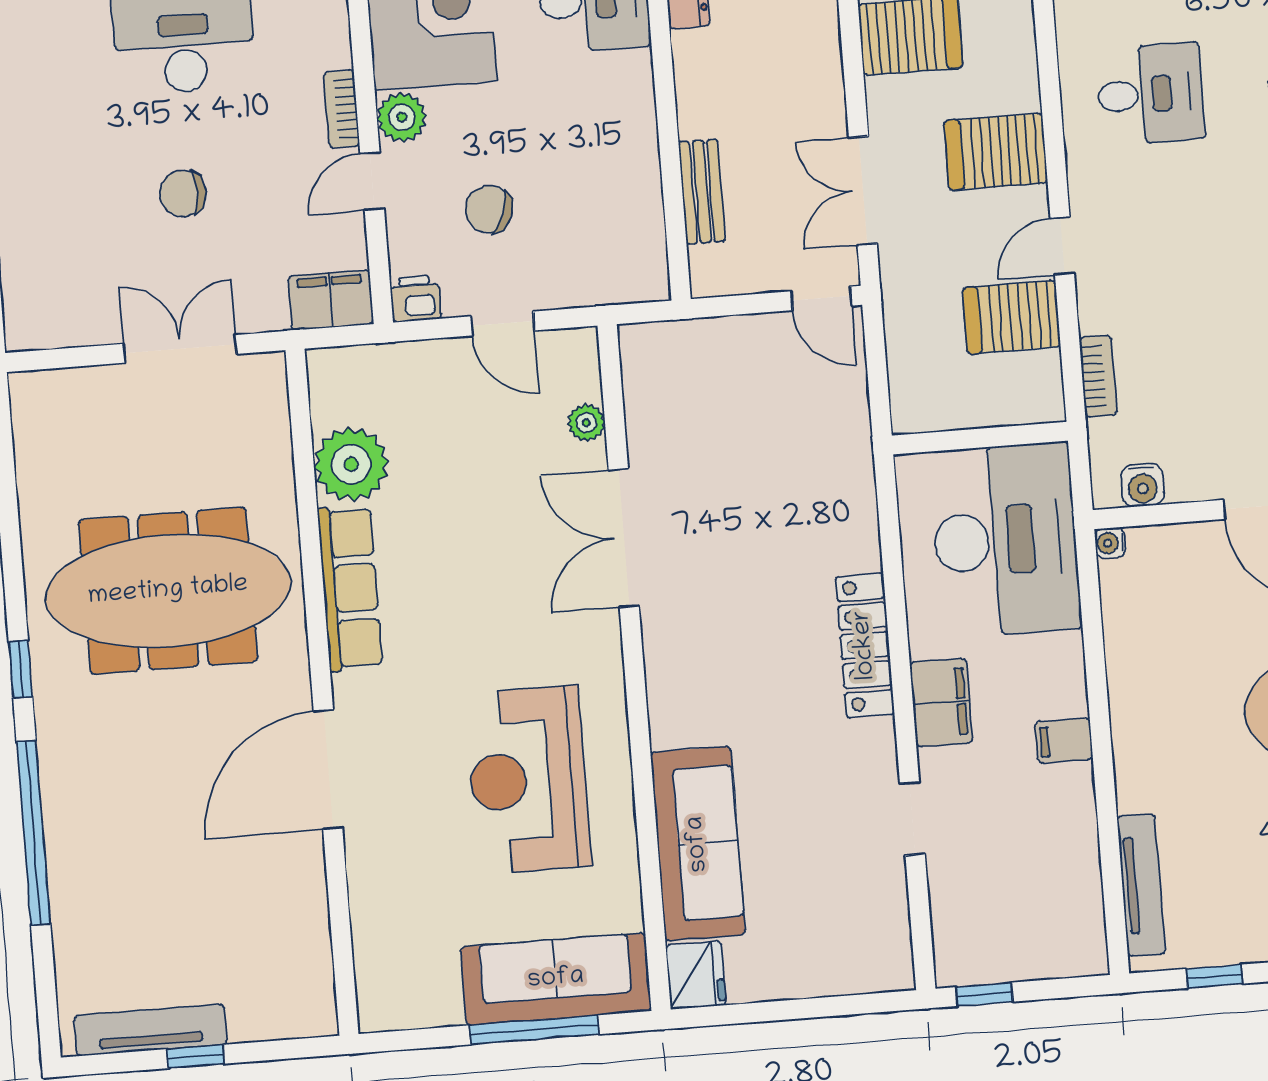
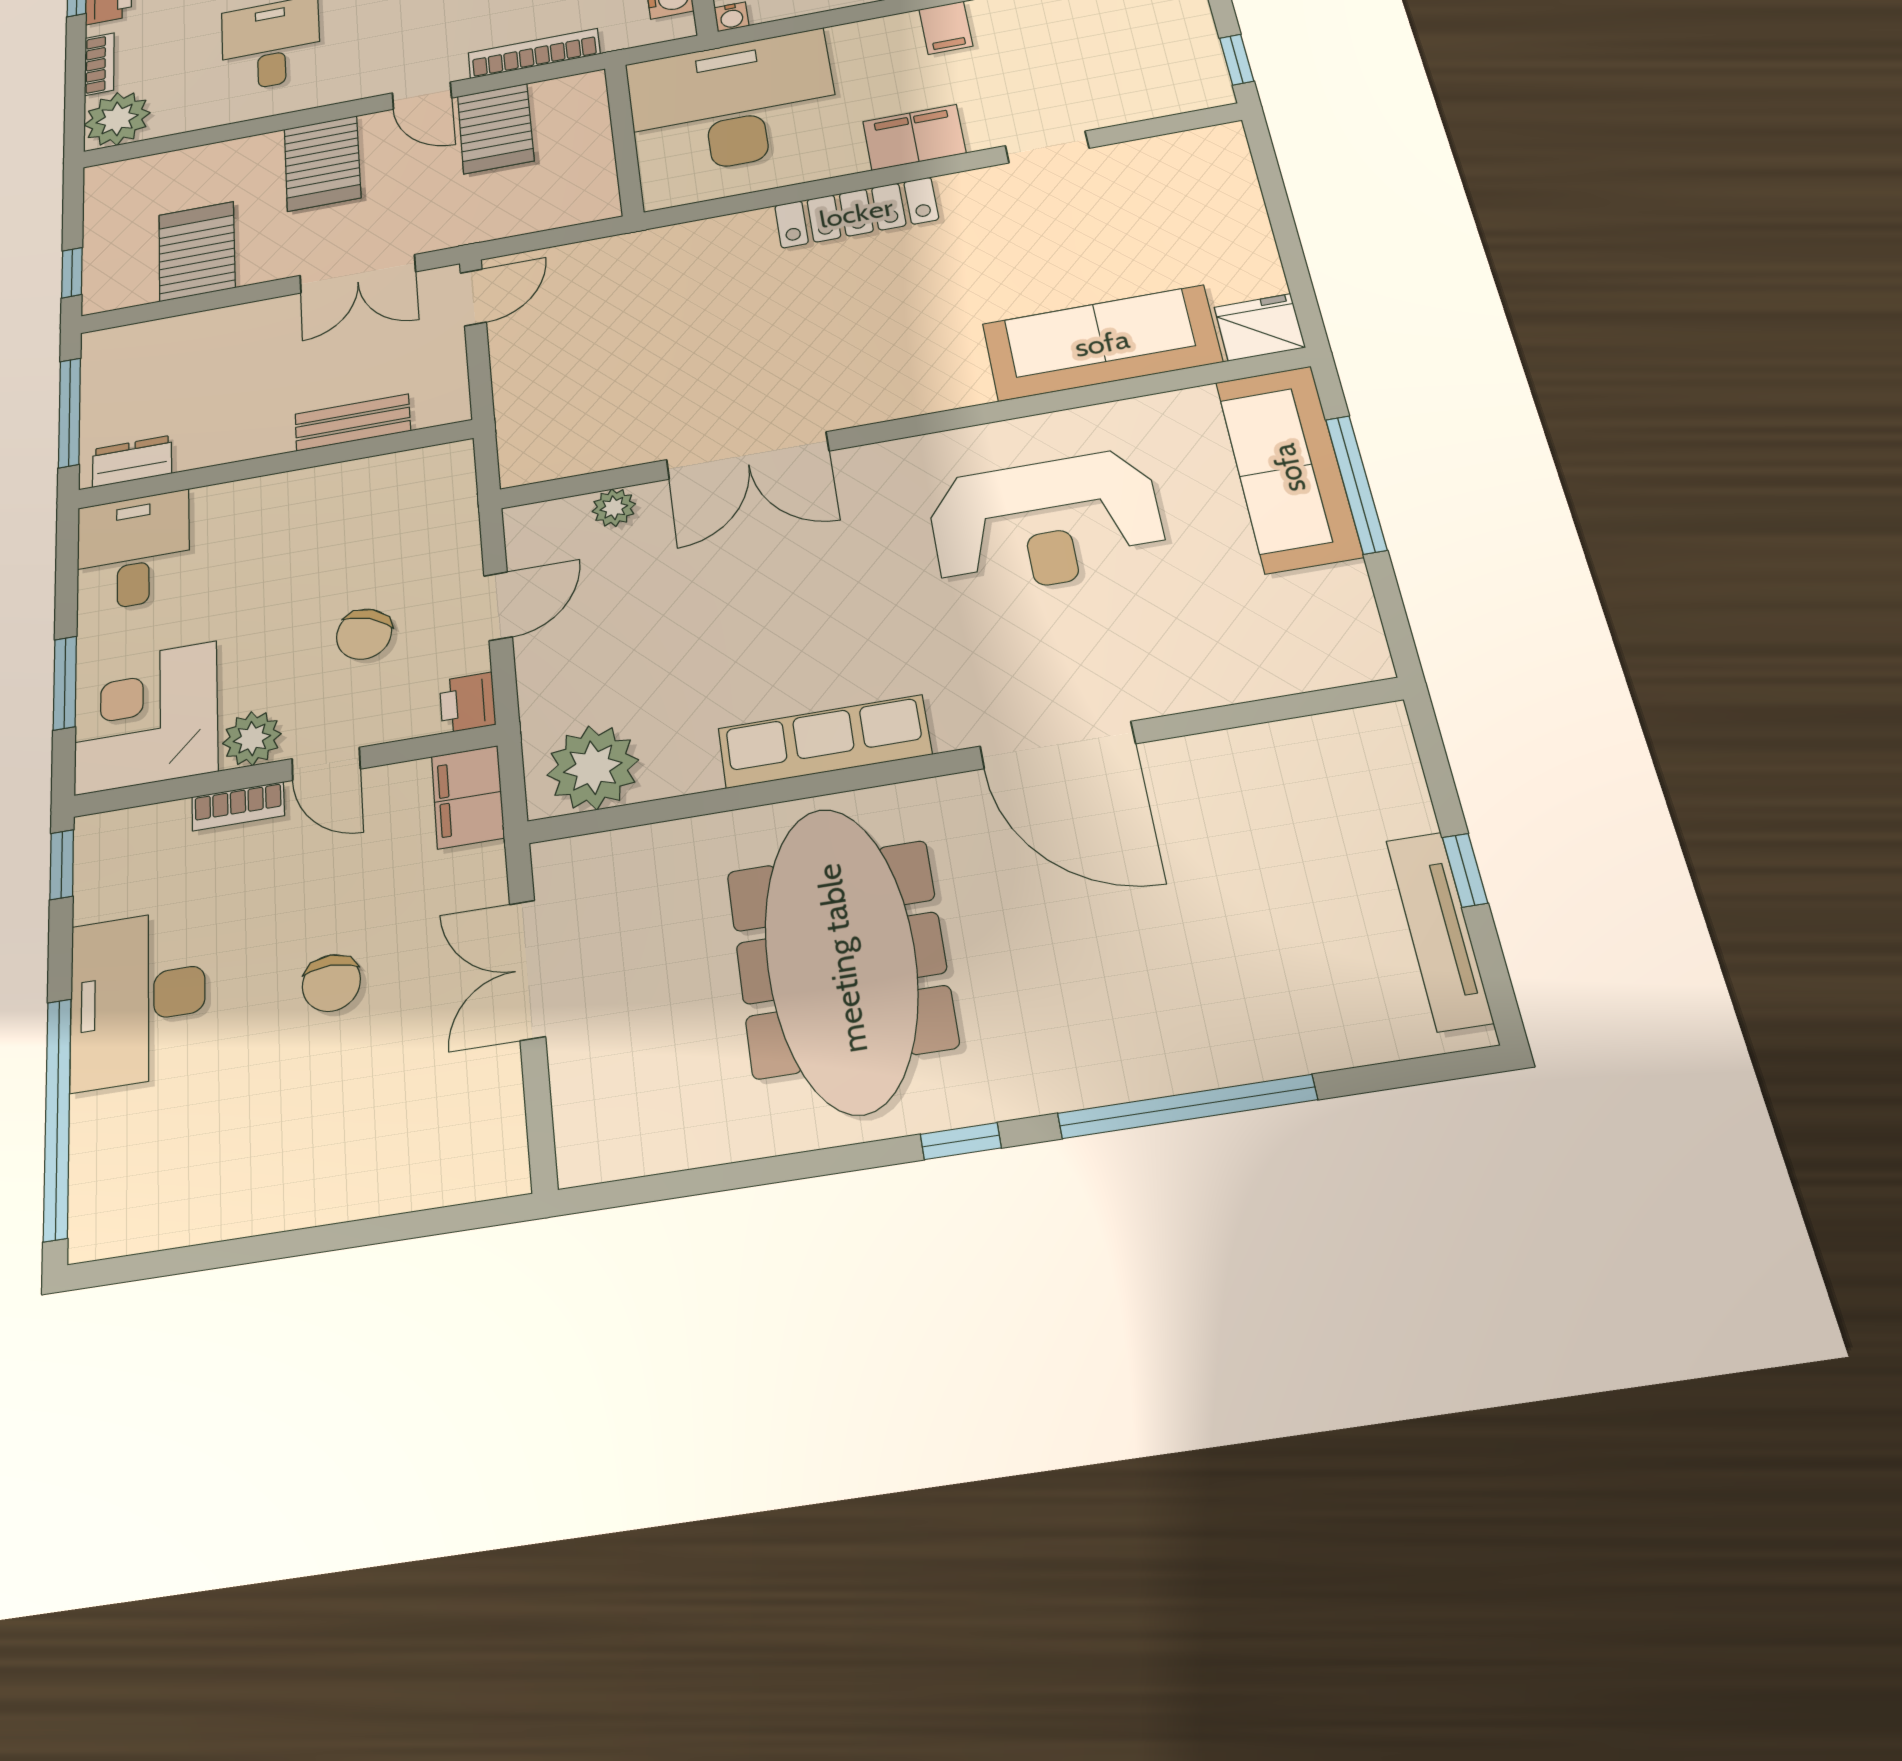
bookcase: (1098, 376) -> (534, 53), width x1.56
plant: (351, 464) -> (593, 768), moved

